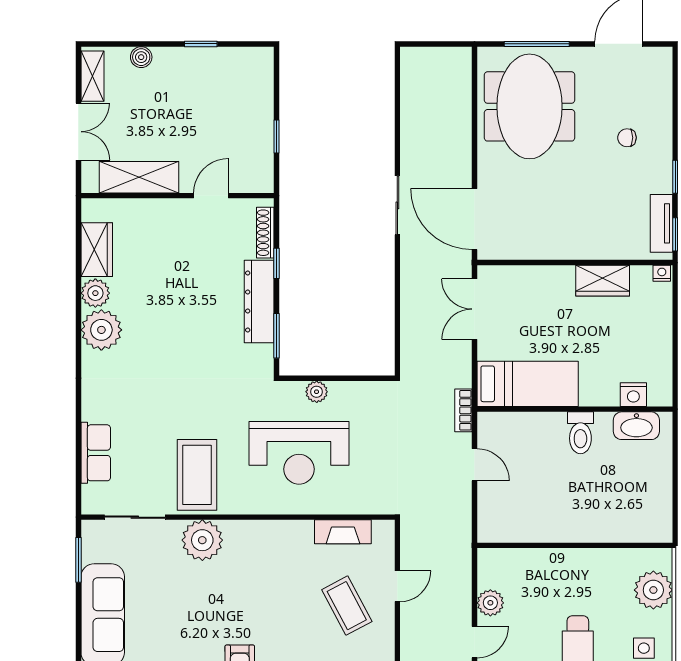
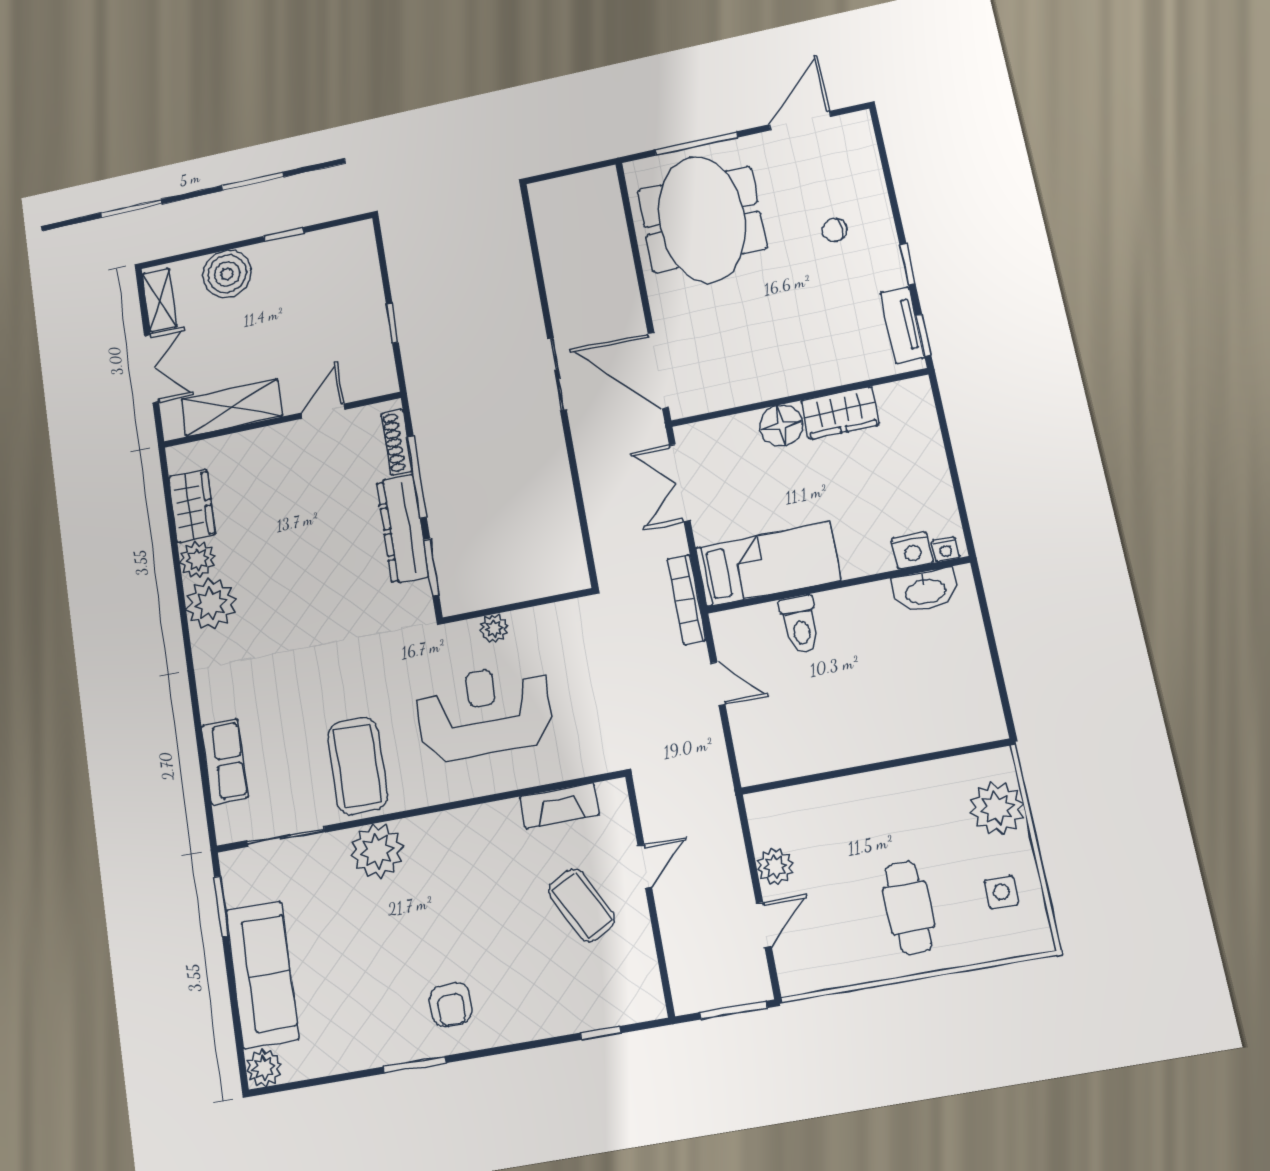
boiler: (141, 57) -> (227, 274), width x1.86, depth x1.86
window: (276, 263) -> (417, 477), width x2.17
nightstand: (662, 273) -> (946, 549), moved, turned 180
floor lamp: (558, 281) -> (781, 426), added
bookcase: (463, 410) -> (687, 600), width x1.56
toilet: (580, 433) -> (800, 624), moved
reception desk: (299, 453) -> (484, 712), turned 180

